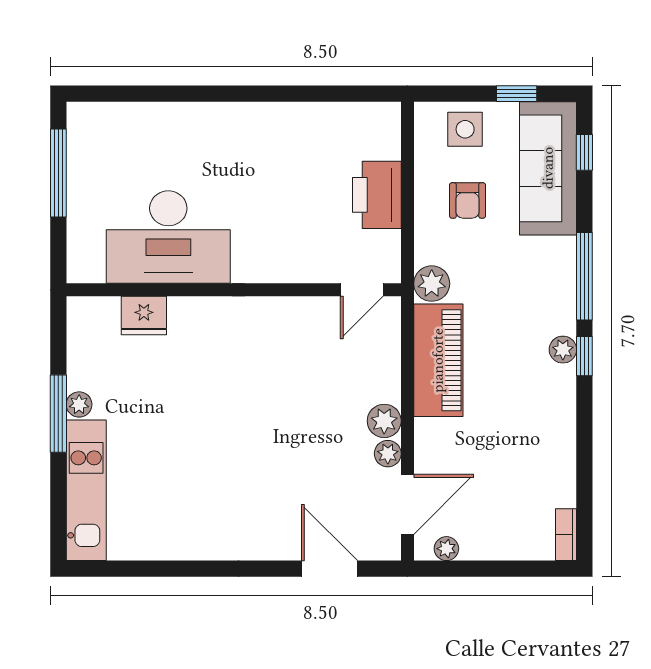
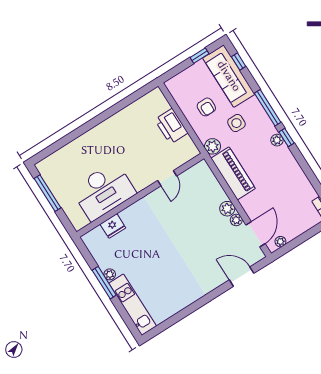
side table: (465, 129) -> (236, 123), moved
door: (362, 290) -> (167, 178), moved

